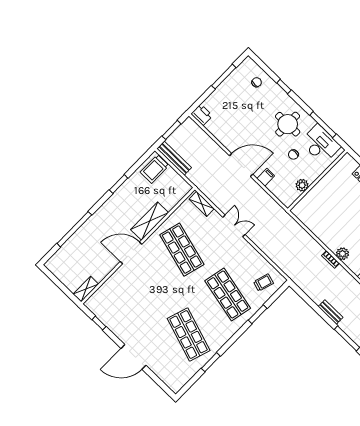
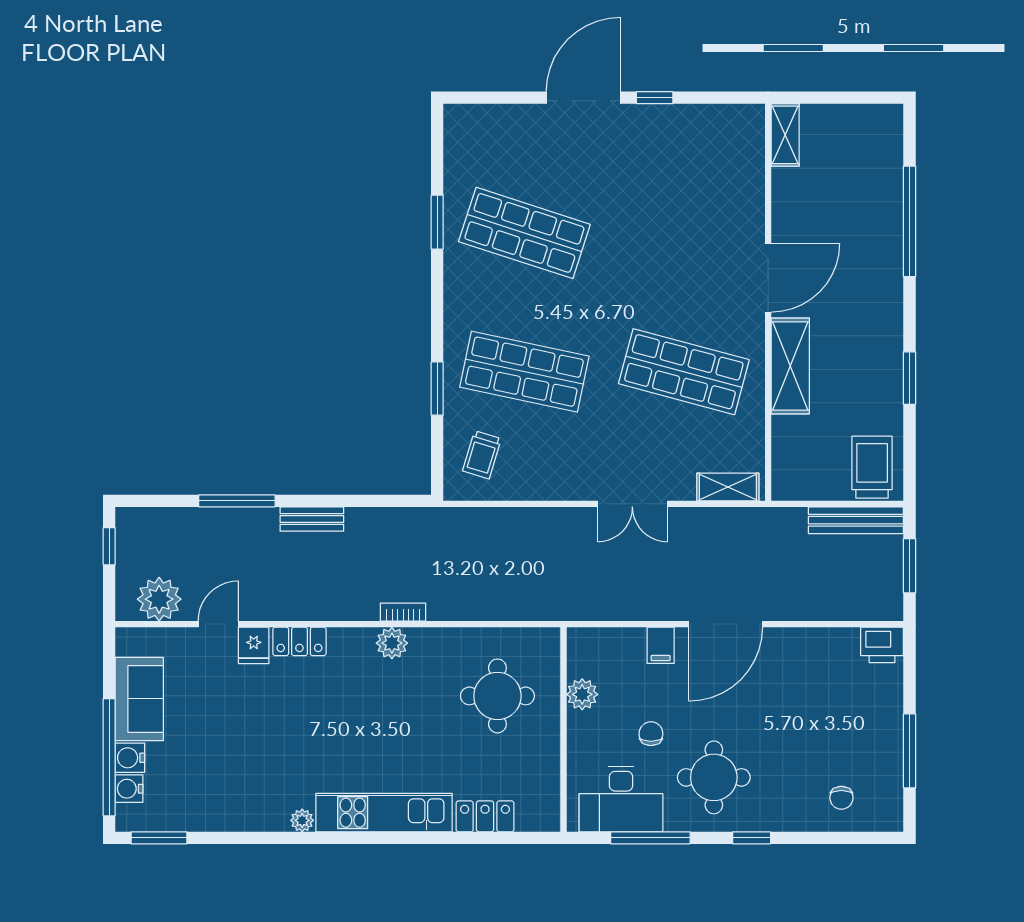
window: (284, 86) -> (752, 838), moved
round table: (327, 209) -> (497, 696), added
window: (99, 323) -> (655, 98), moved

